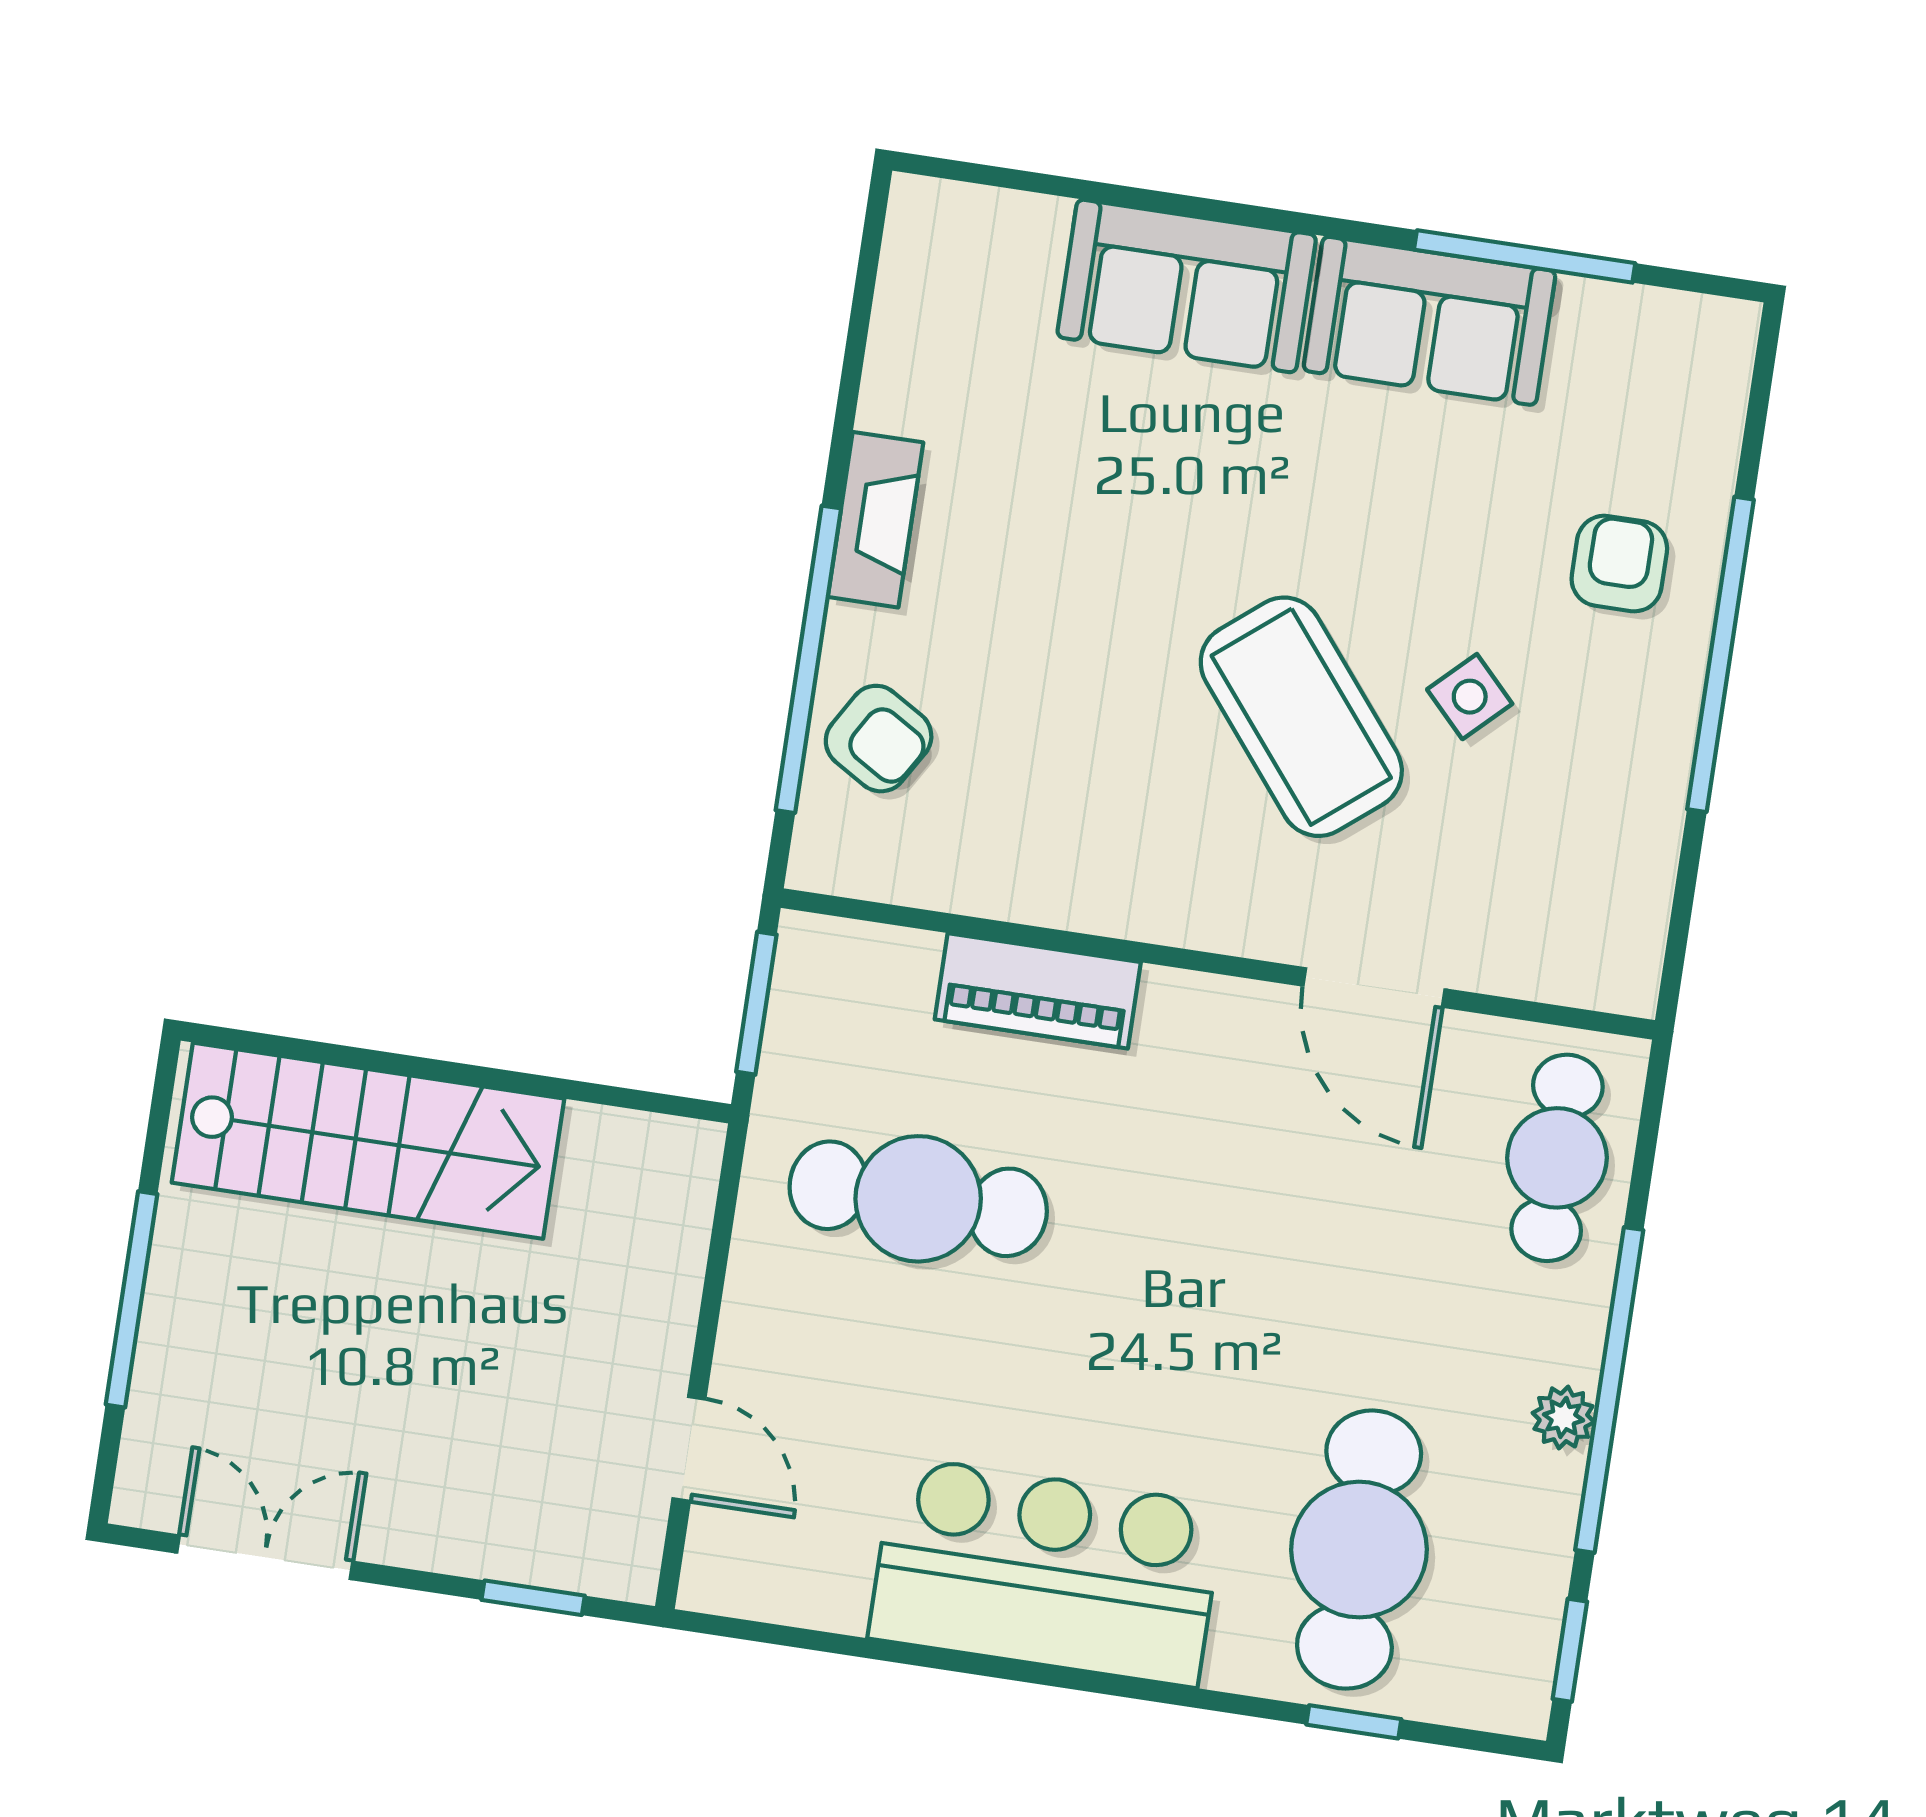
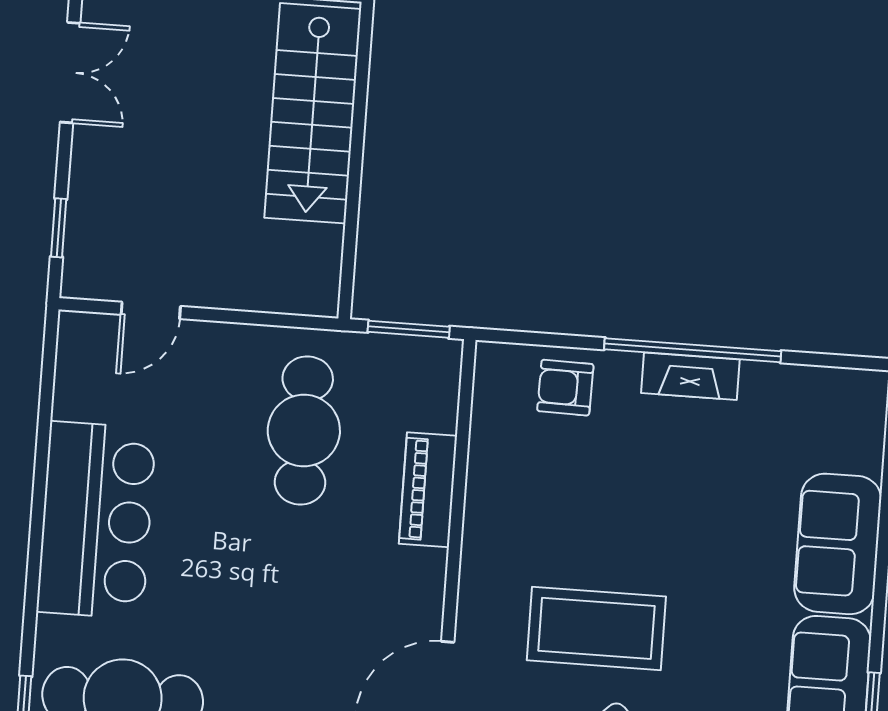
window: (808, 659) -> (693, 350), moved
coffee table: (1301, 717) -> (596, 628), turned 39
armchair: (879, 739) -> (565, 388), turned 60

